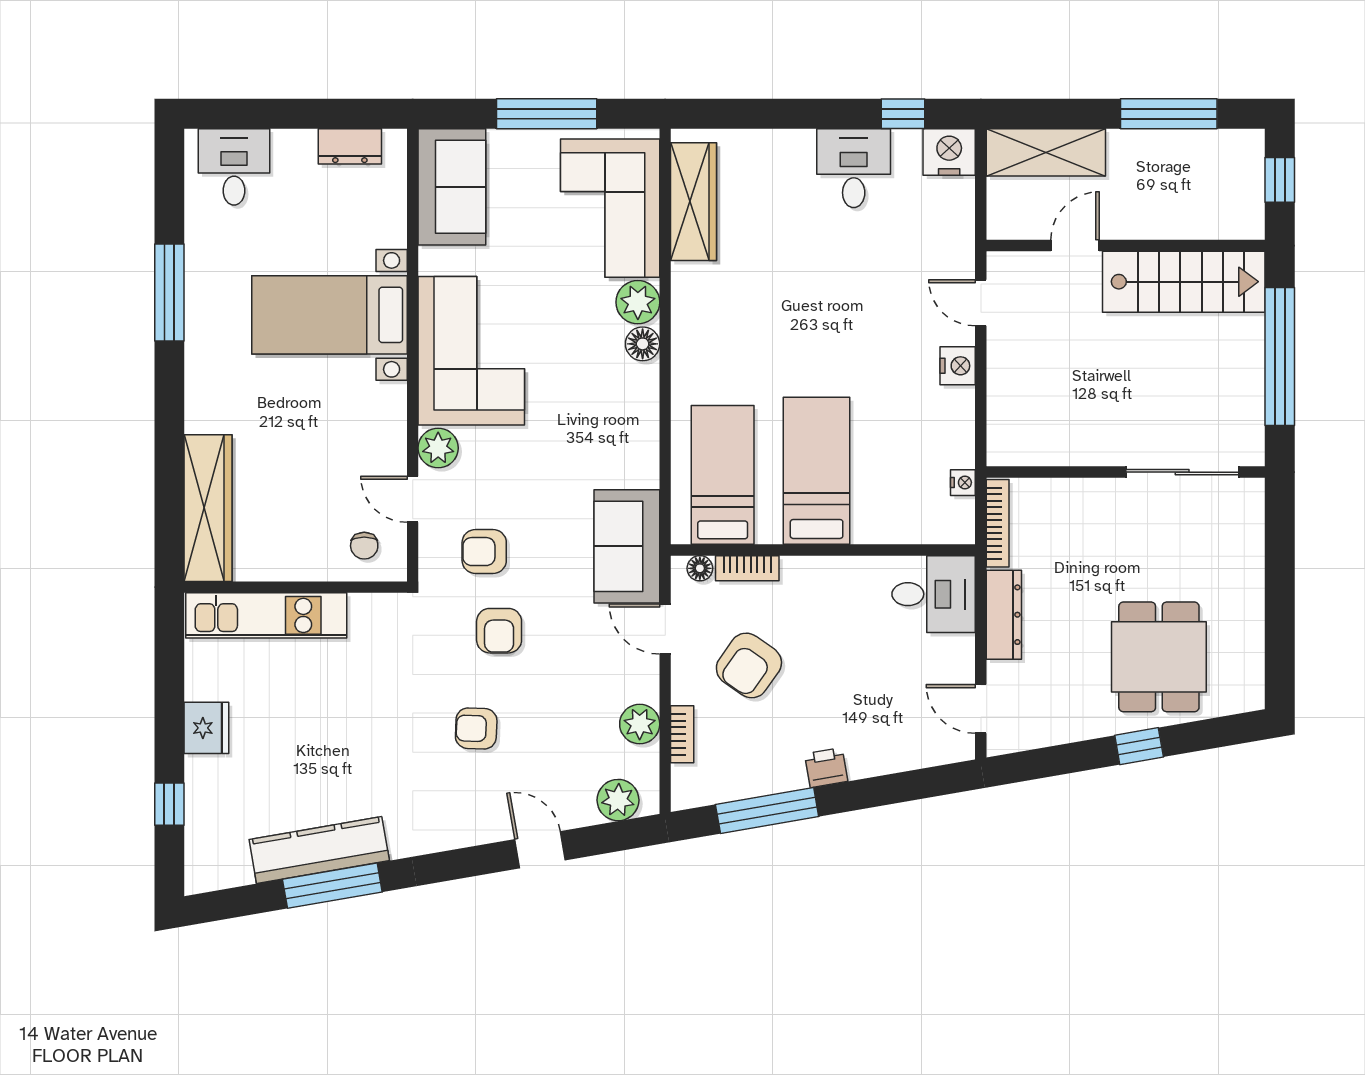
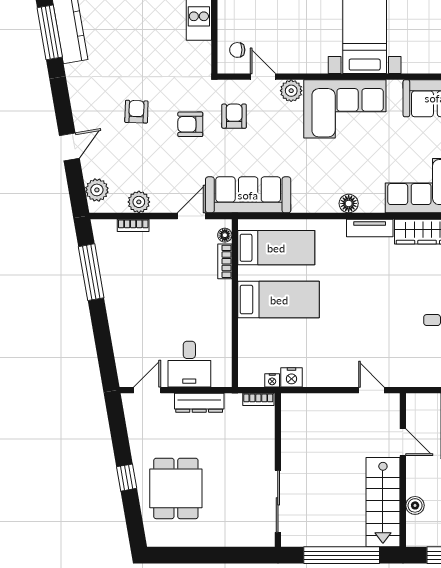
boiler: (1190, 224) -> (415, 505), added
plant: (638, 302) -> (372, 201), removed
door: (981, 303) -> (371, 390), hinge flipped
tv unit: (687, 306) -> (370, 228), added
nightstand: (958, 366) -> (291, 377), moved
door: (413, 499) -> (263, 77), hinge flipped
bookcase: (998, 523) -> (258, 399), width x0.64
sofa: (627, 546) -> (248, 195), width x1.36
desk: (934, 594) -> (189, 364), moved
dining table: (1159, 657) -> (176, 488), turned 90
armchair: (749, 665) -> (171, 262), removed
printer: (826, 768) -> (115, 305), removed

